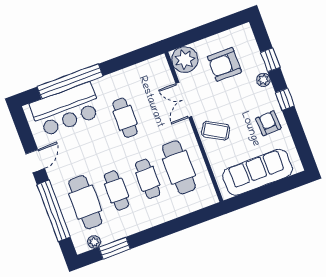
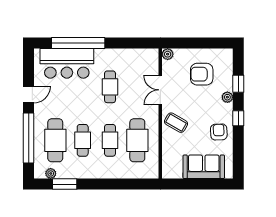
plant: (185, 60) -> (168, 54), width x0.53, depth x0.53
sofa: (258, 172) -> (204, 167), width x0.73

